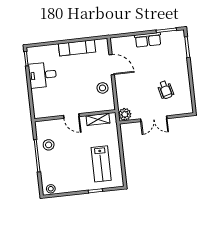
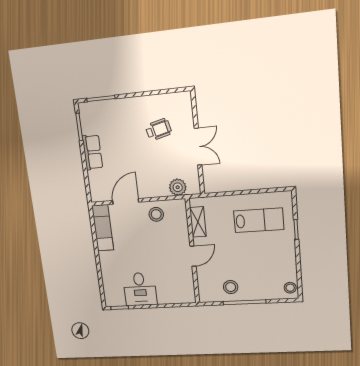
exam couch: (77, 48) -> (103, 228), moved
plant: (125, 114) -> (178, 187), moved

